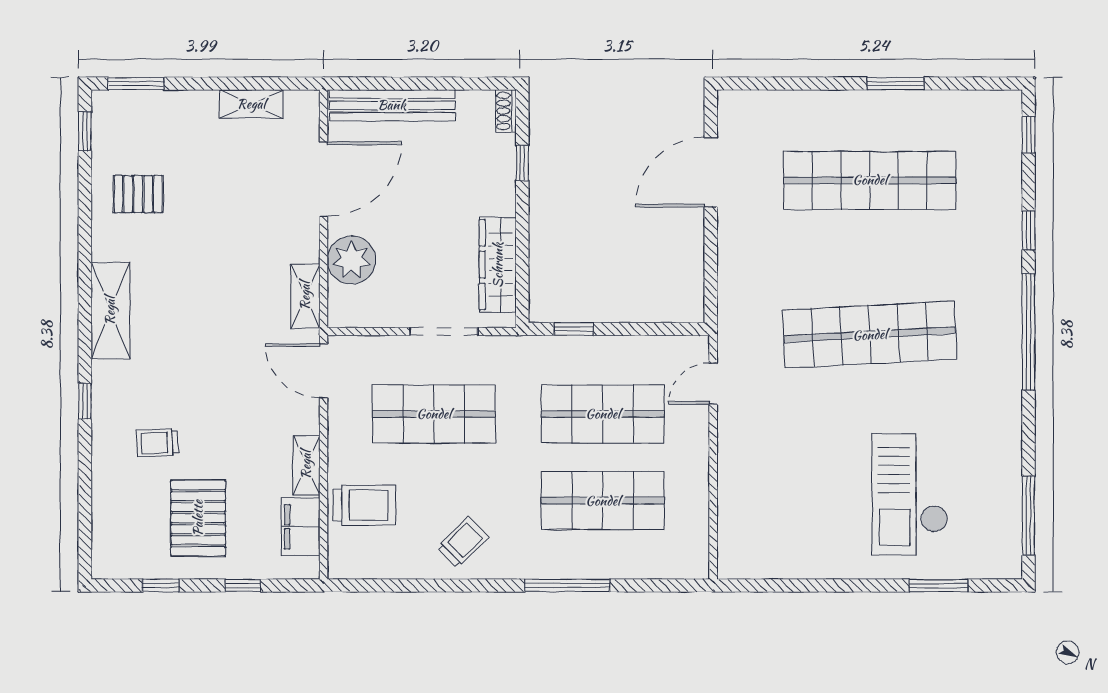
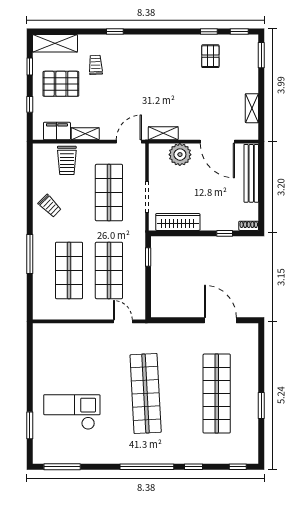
window: (85, 197) -> (209, 32), added
shelving: (110, 311) -> (55, 43), moved

